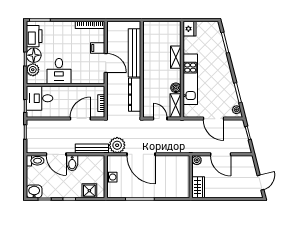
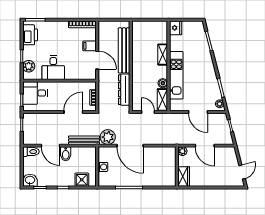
floor lamp: (34, 55) -> (30, 53), removed

